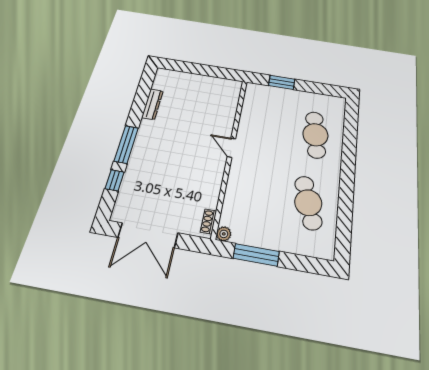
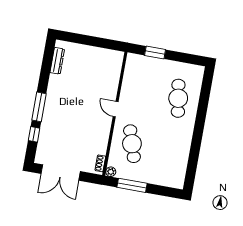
dresser: (152, 104) -> (57, 61), moved
cafe table: (308, 203) -> (132, 144), moved

